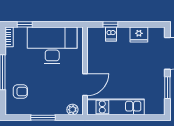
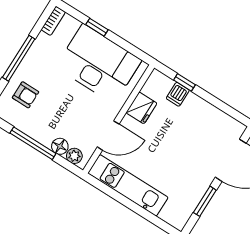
window: (25, 24) -> (97, 27), moved
fridge: (139, 34) -> (141, 108), moved, turned -90
floor lamp: (60, 109) -> (60, 146), added
window: (43, 118) -> (33, 143), width x1.44

